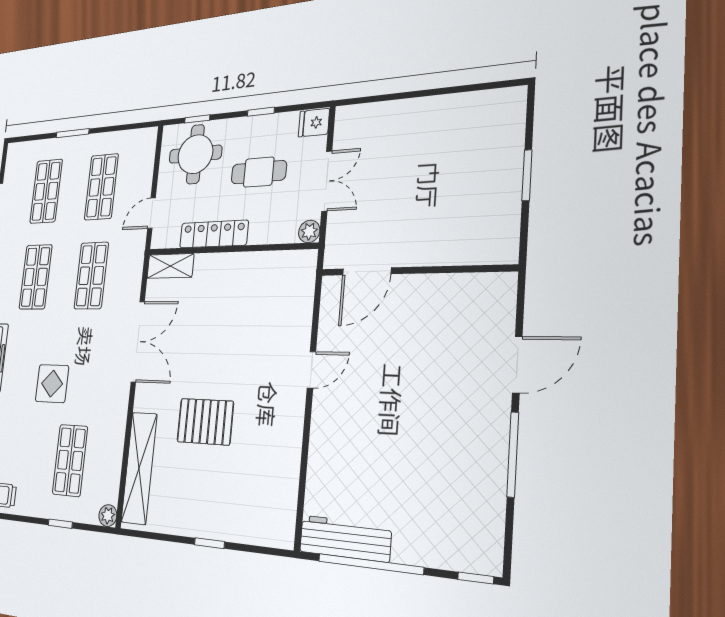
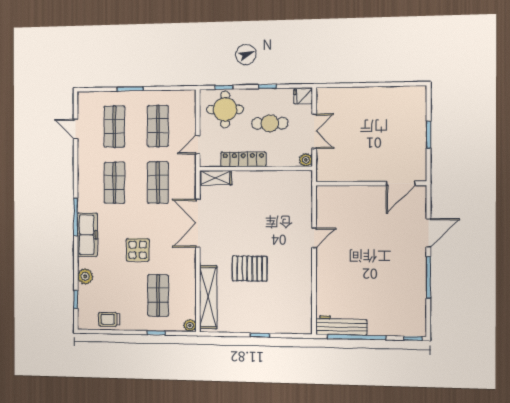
door: (367, 271) -> (401, 183), moved
double door: (138, 342) -> (198, 223), swing flipped

